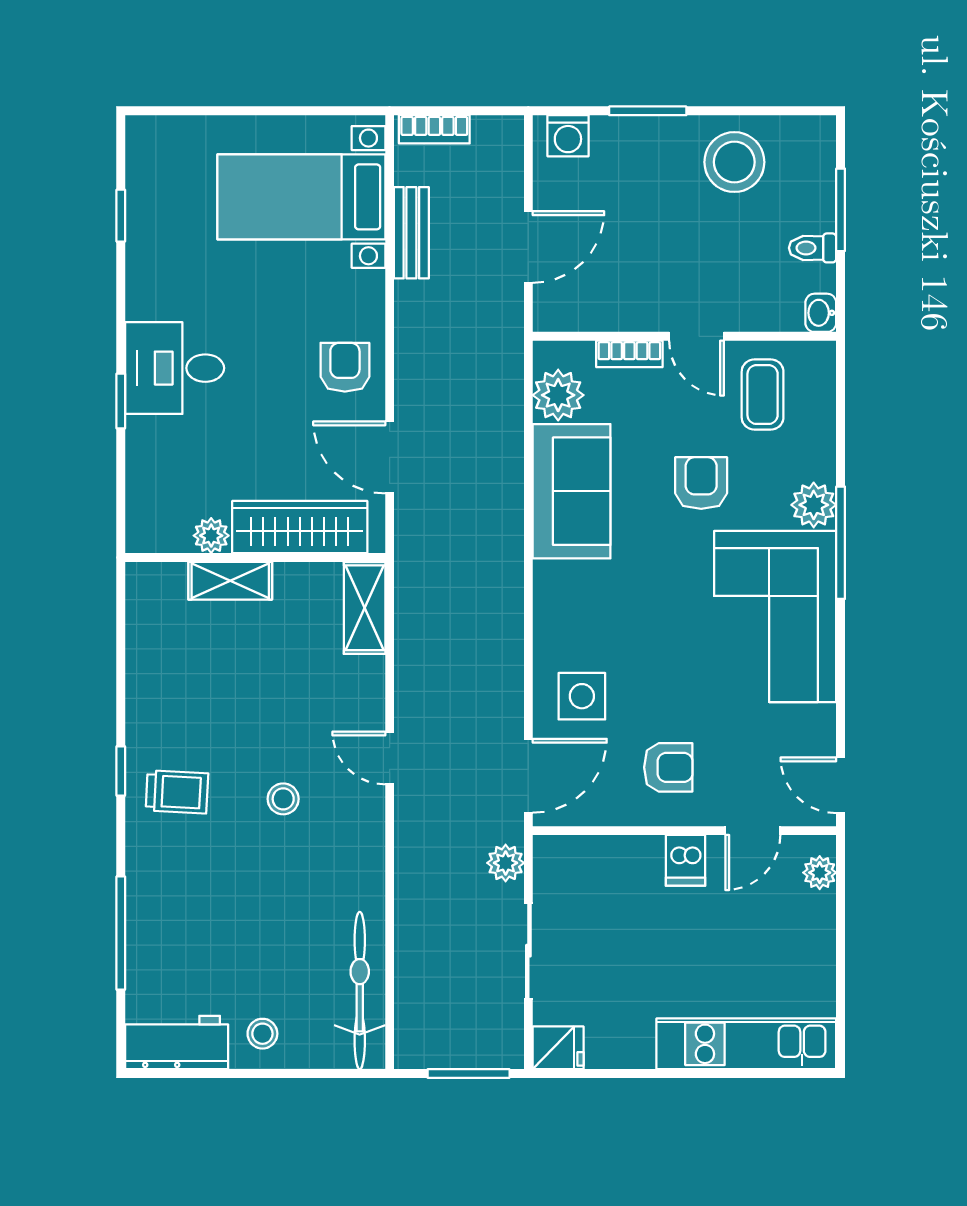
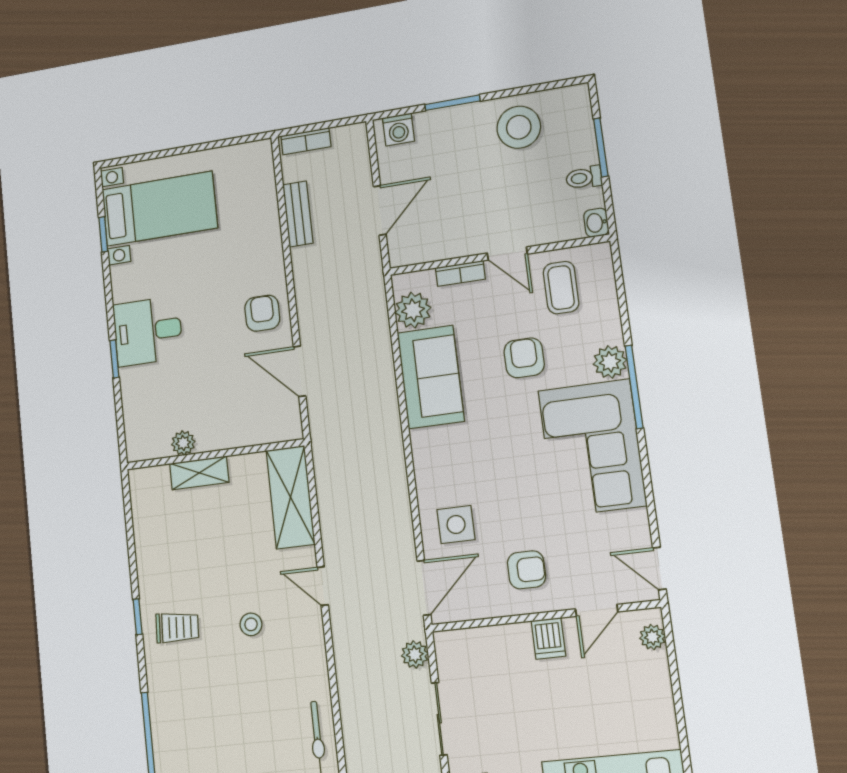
bed with nightstands: (301, 197) -> (159, 209), moved, turned 180
wardrobe: (300, 527) -> (243, 429), removed
shelving: (365, 608) -> (290, 497), width x1.50, depth x1.33

